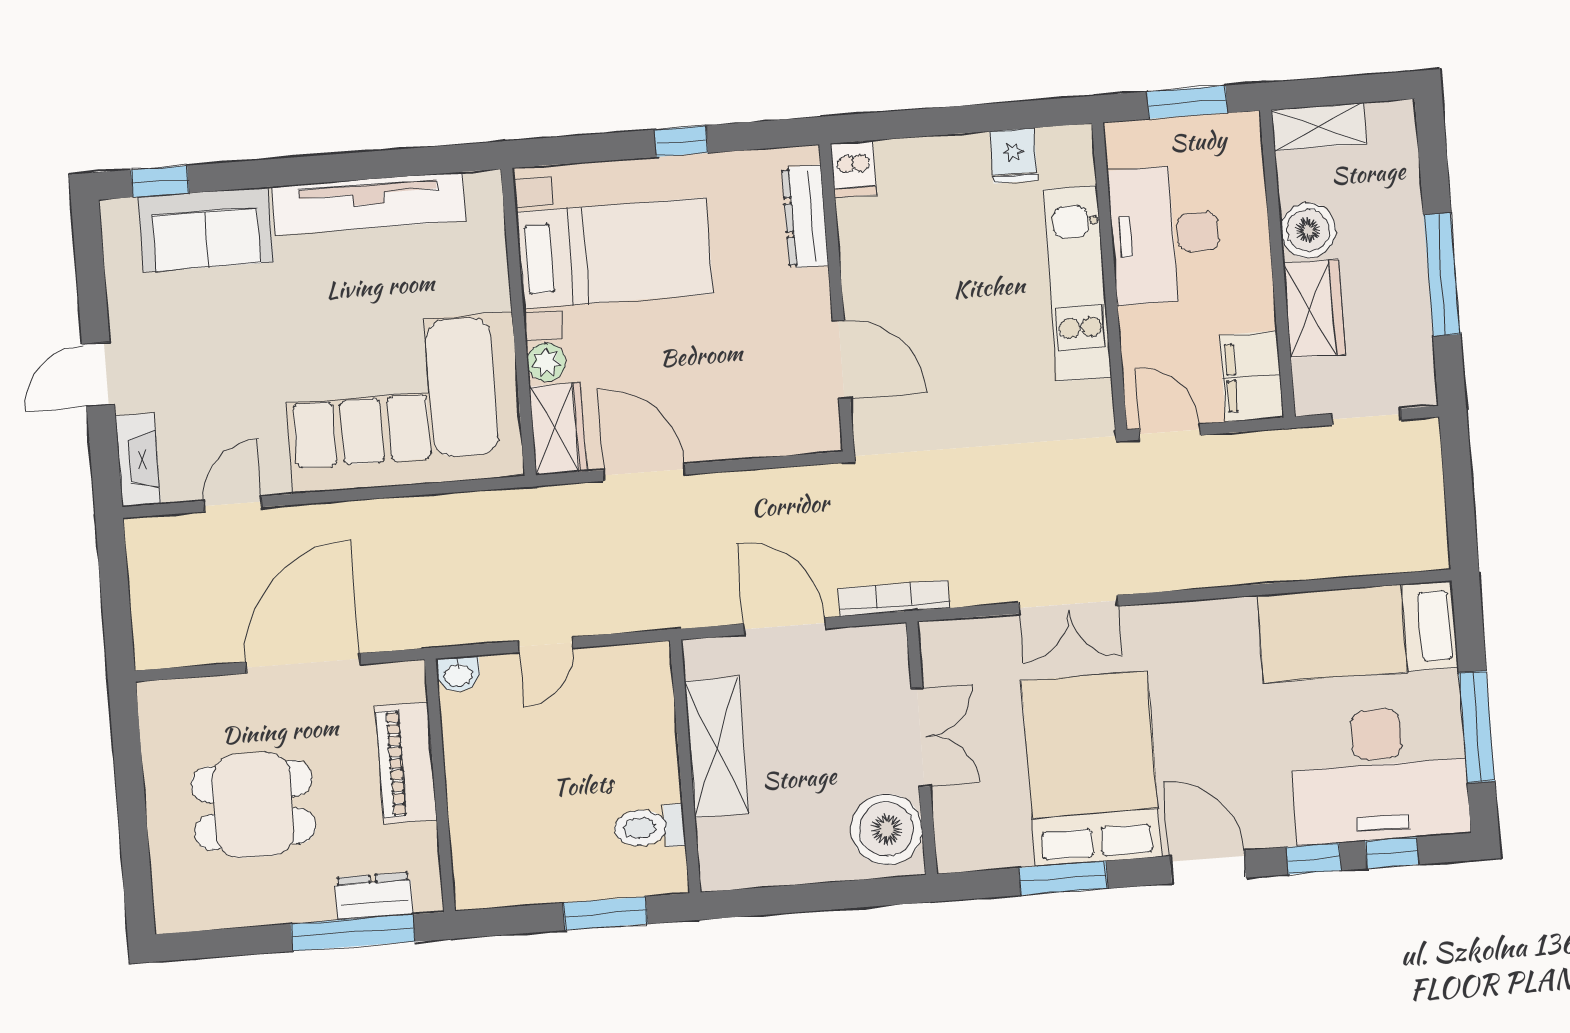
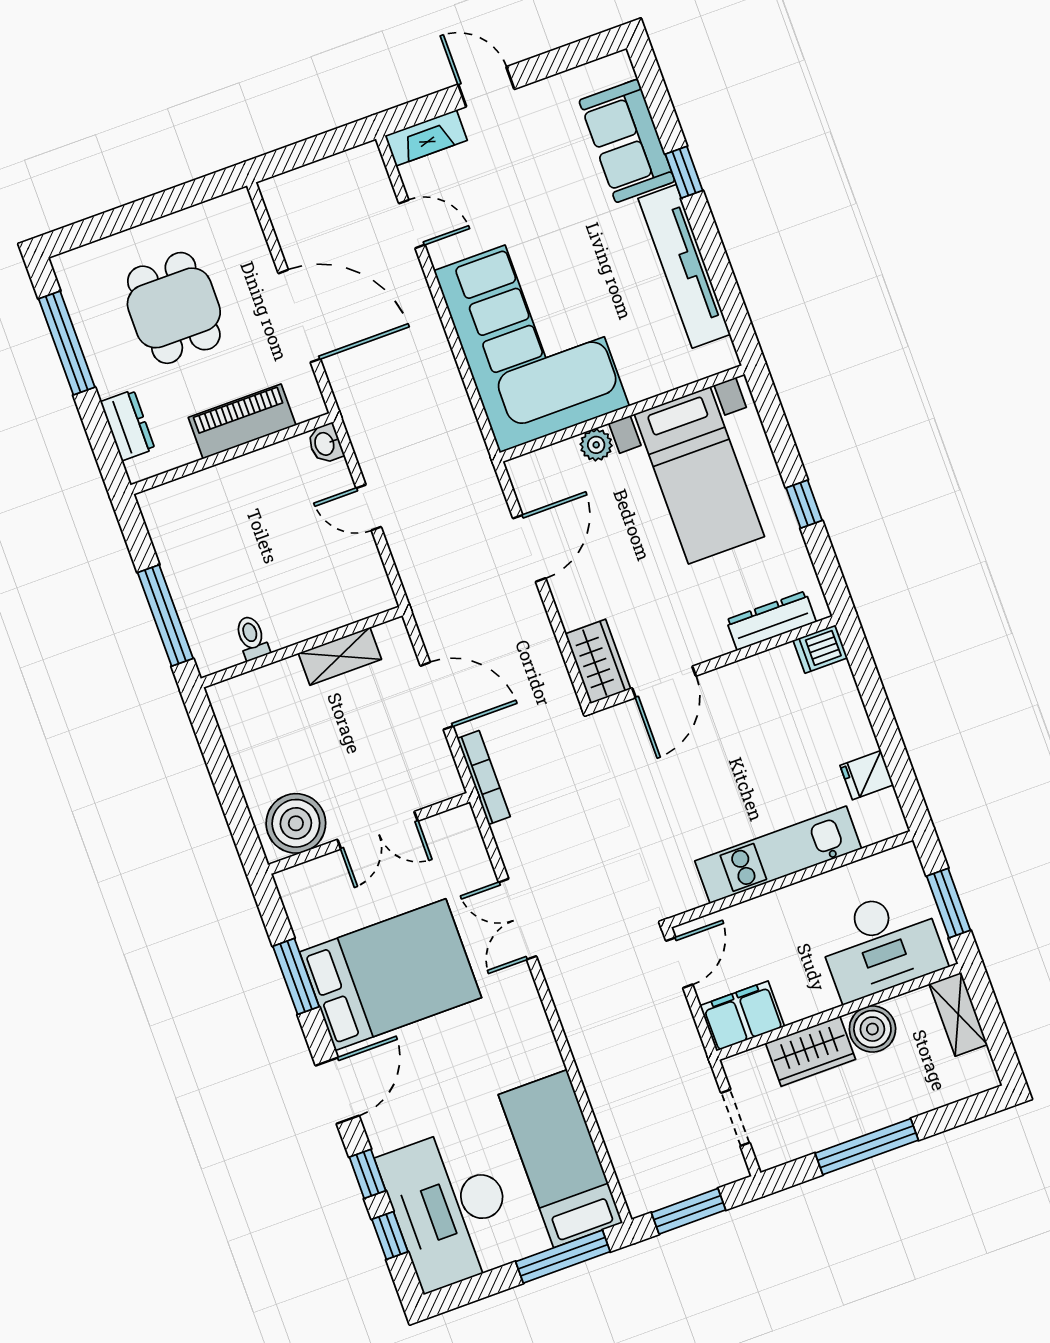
window: (160, 181) -> (684, 172), moved
desk: (1165, 234) -> (881, 944), moved, turned 180
wardrobe: (558, 429) -> (598, 661), moved, turned -90
window: (1459, 501) -> (689, 1211), added
door: (785, 626) -> (437, 696), hinge flipped
window: (1477, 727) -> (563, 1257), moved
shelving: (717, 747) -> (340, 656), width x0.67, depth x0.75
toilet: (649, 827) -> (252, 638), width x0.73, depth x0.72
window: (605, 913) -> (165, 616), width x1.44
window: (353, 933) -> (67, 343), moved

